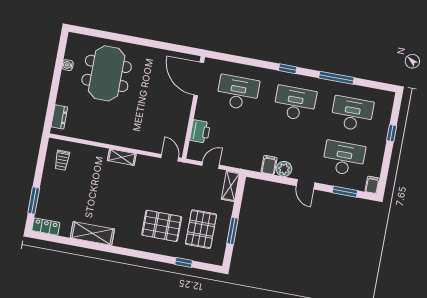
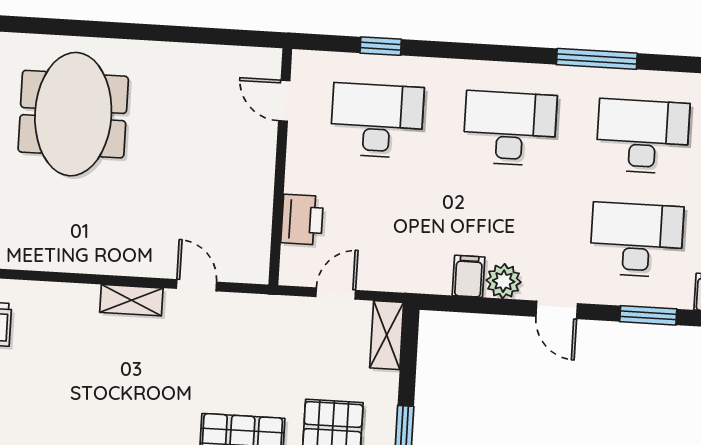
window: (288, 69) -> (381, 46), moved
door: (199, 79) -> (284, 101), width x0.53
door: (170, 158) -> (196, 285), moved

